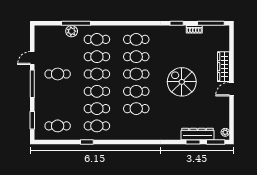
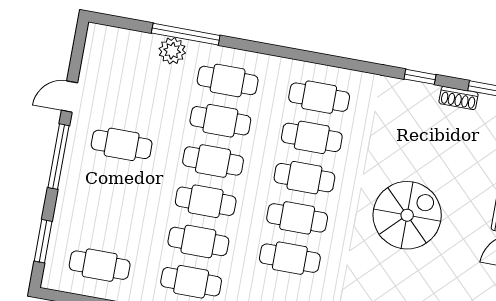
spiral stairs: (182, 82) -> (407, 215), turned 90

